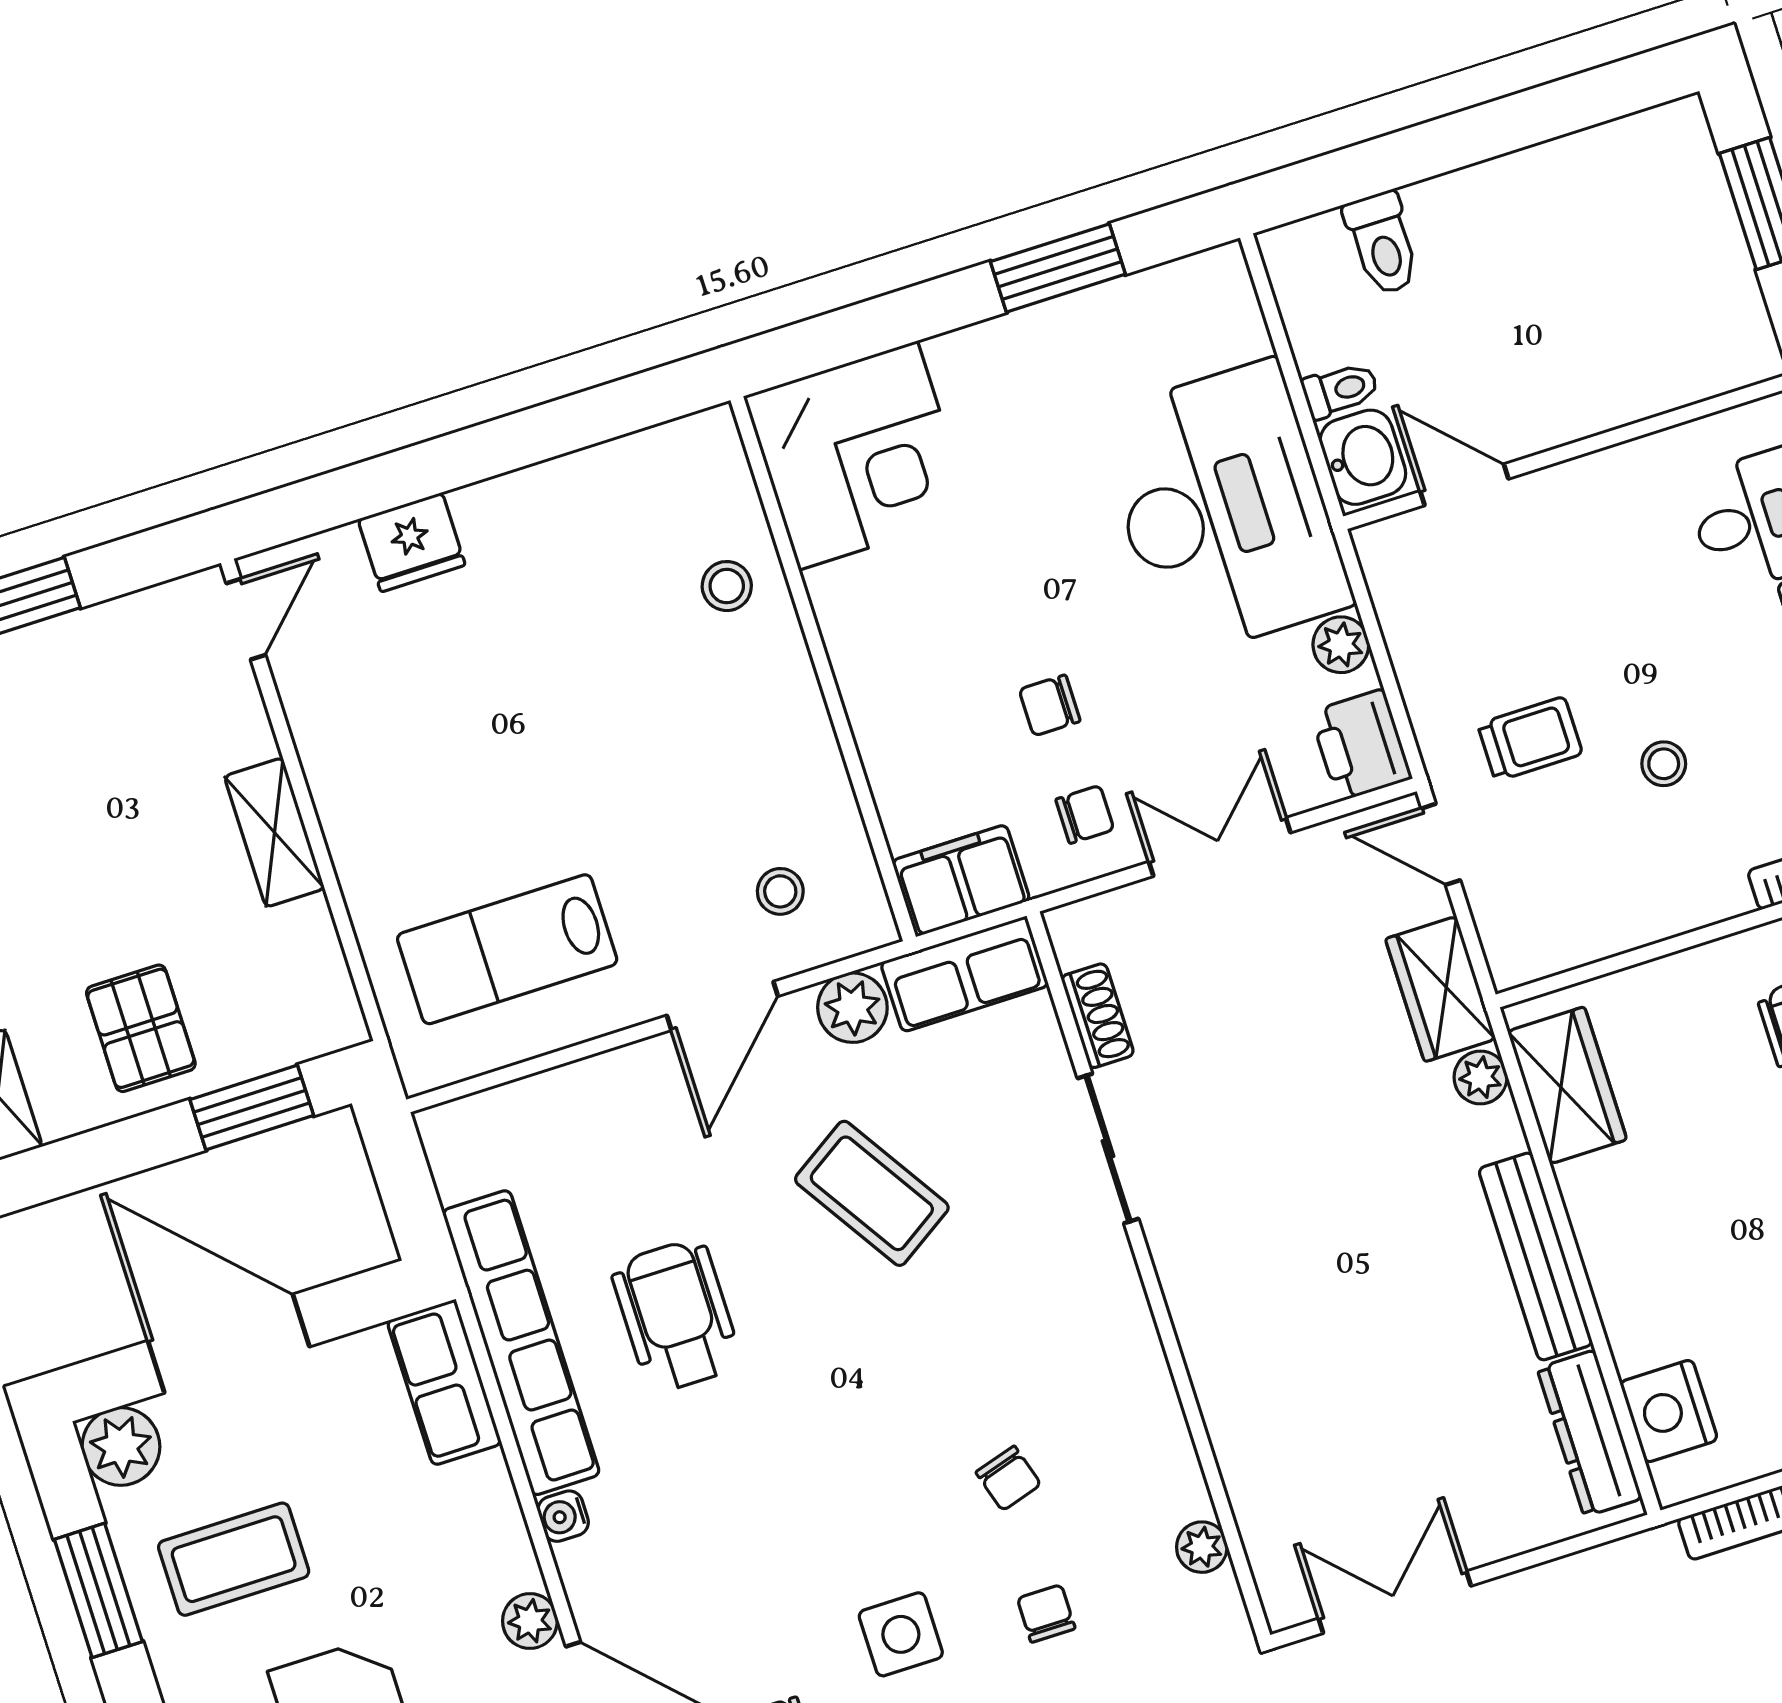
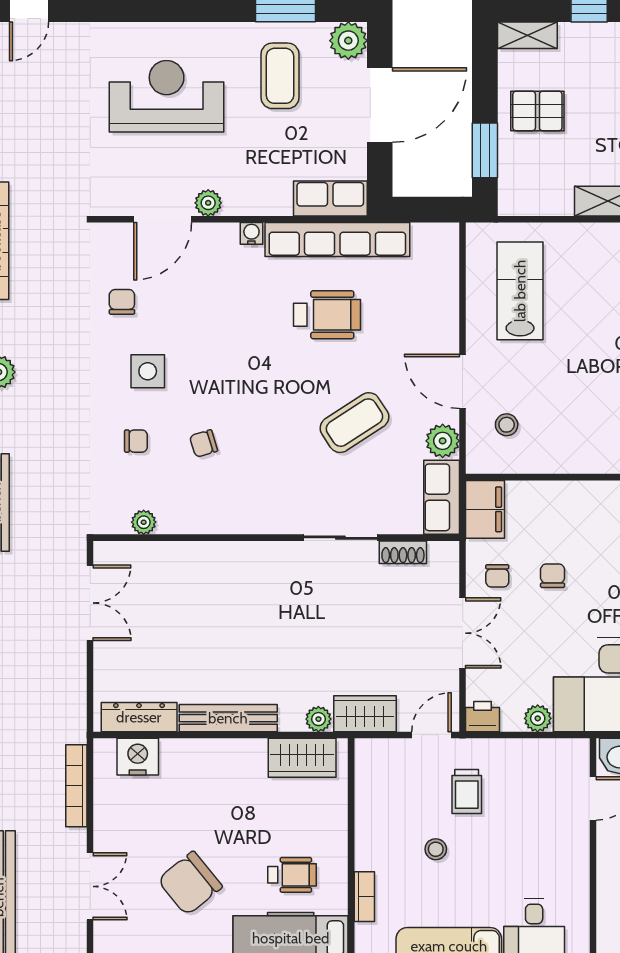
printer: (1361, 745) -> (482, 717), width x0.73, depth x0.81

